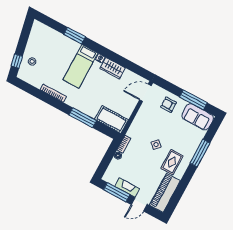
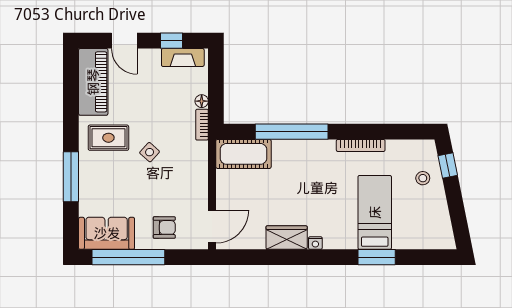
bed: (80, 66) -> (375, 212), moved
window: (193, 100) -> (128, 257), width x1.46
window: (83, 118) -> (292, 132), width x1.46
rug: (172, 162) -> (108, 138), turned 90
fireplace: (127, 188) -> (183, 57), moved
window: (117, 192) -> (172, 41), width x0.46
door: (139, 204) -> (124, 41), swing flipped

